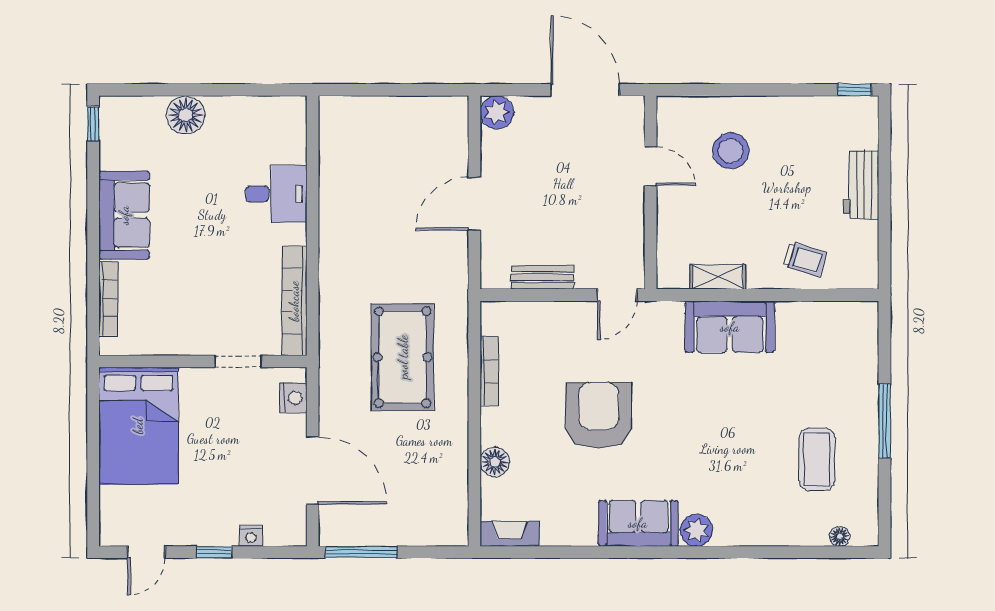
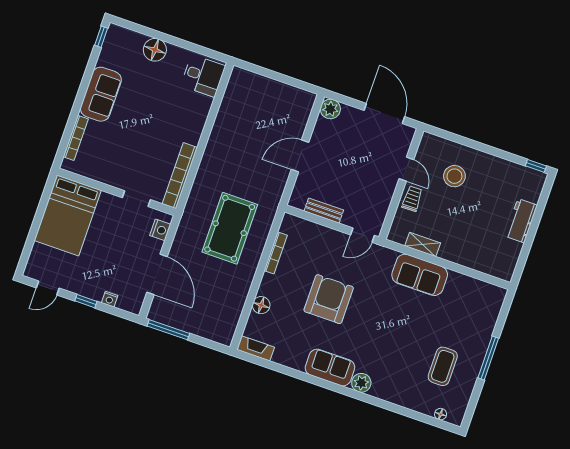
desk: (276, 194) -> (203, 76), moved
trolley: (805, 259) -> (412, 199), moved, turned -108

